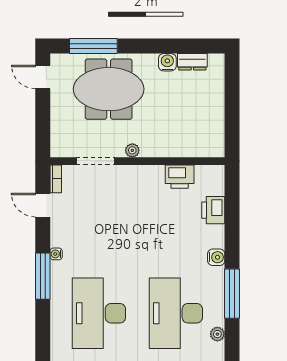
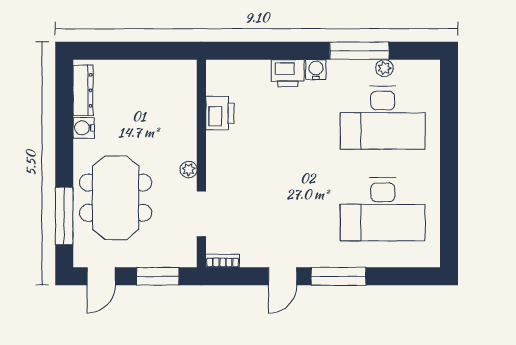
dresser: (192, 62) -> (83, 90), width x1.44
window: (43, 125) -> (158, 276), added
door: (43, 205) -> (283, 276), moved
printer: (213, 210) -> (288, 73), moved
water cooler: (56, 254) -> (312, 260), removed
plant: (217, 334) -> (384, 68), moved

